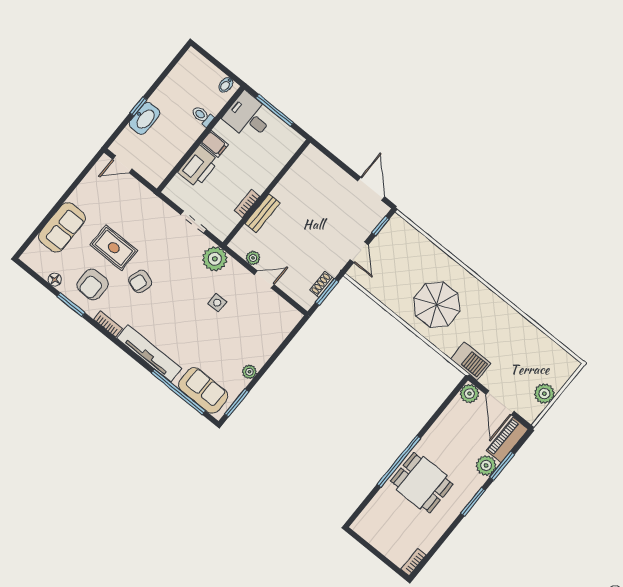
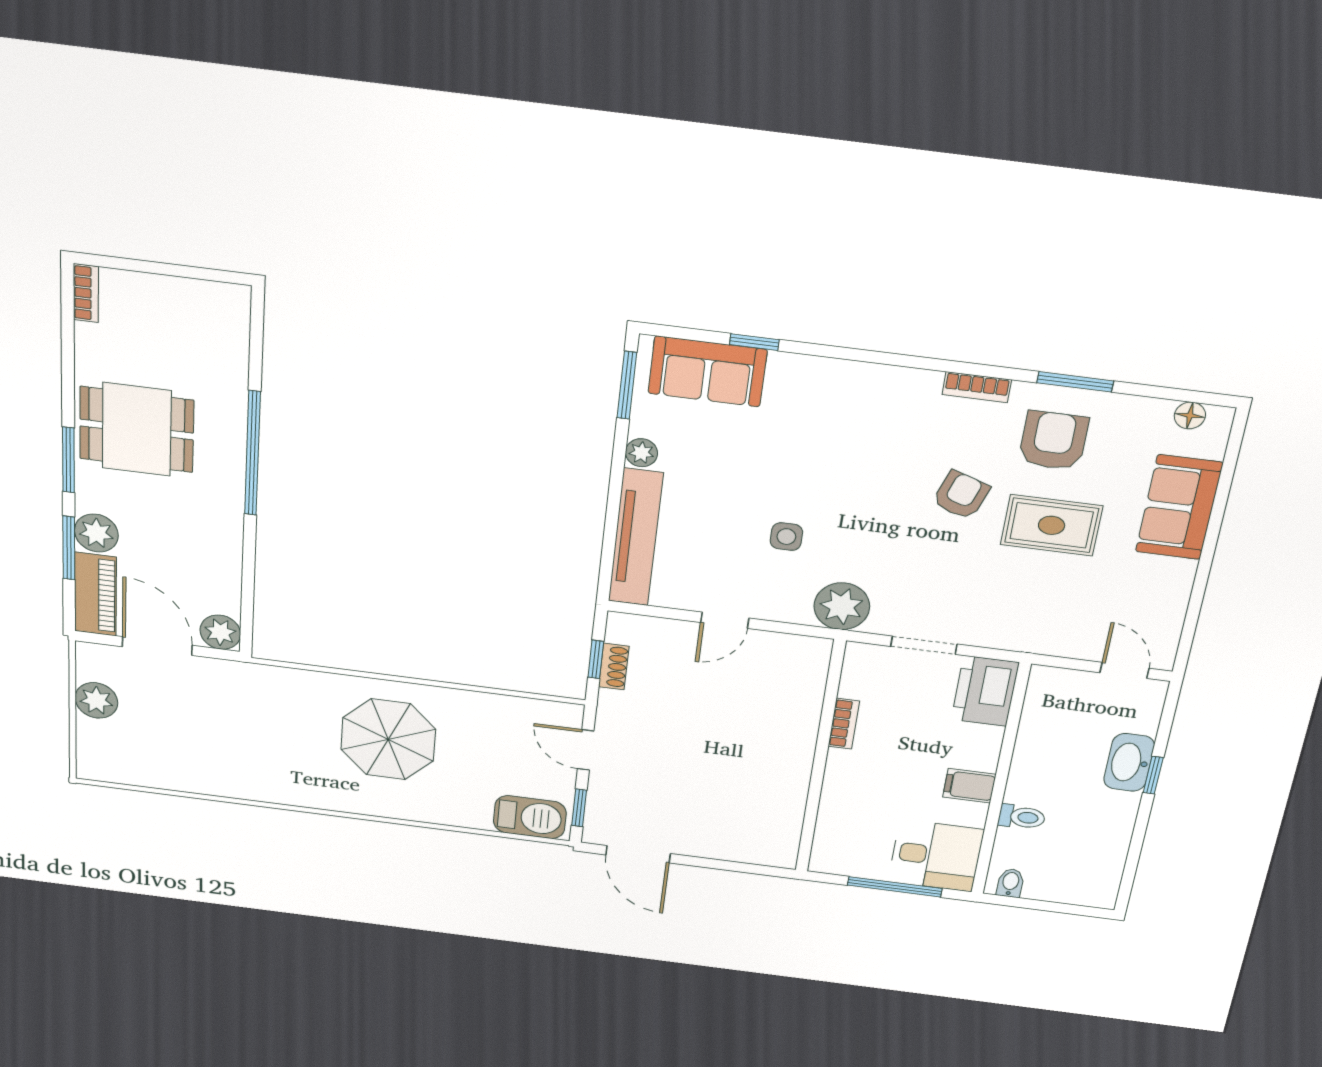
door: (122, 164) -> (1124, 670), hinge flipped
printer: (198, 166) -> (985, 691), moved
bench: (262, 213) -> (804, 723), removed
plant: (253, 258) -> (771, 644), removed
floor lamp: (55, 280) -> (1190, 416), moved
window: (327, 292) -> (596, 659), width x0.67
tv unit: (149, 353) -> (636, 537), moved, turned -90
barbecue: (471, 361) -> (530, 817), moved, turned 180
window: (178, 392) -> (754, 342), width x0.32
dining table: (422, 483) -> (137, 430), moved

